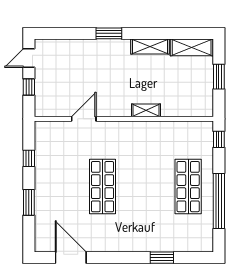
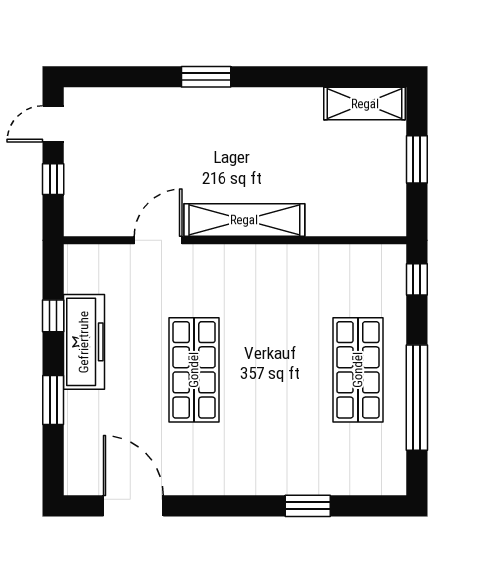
shelving: (150, 47) -> (285, 102), removed
shelving: (146, 110) -> (244, 220), width x2.20, depth x1.33
freezer: (45, 172) -> (84, 342), added

